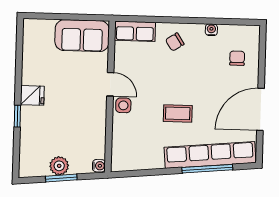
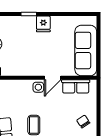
row of seats: (135, 31) -> (76, 86), moved, turned -90
sofa: (82, 36) -> (86, 50), width x1.36

